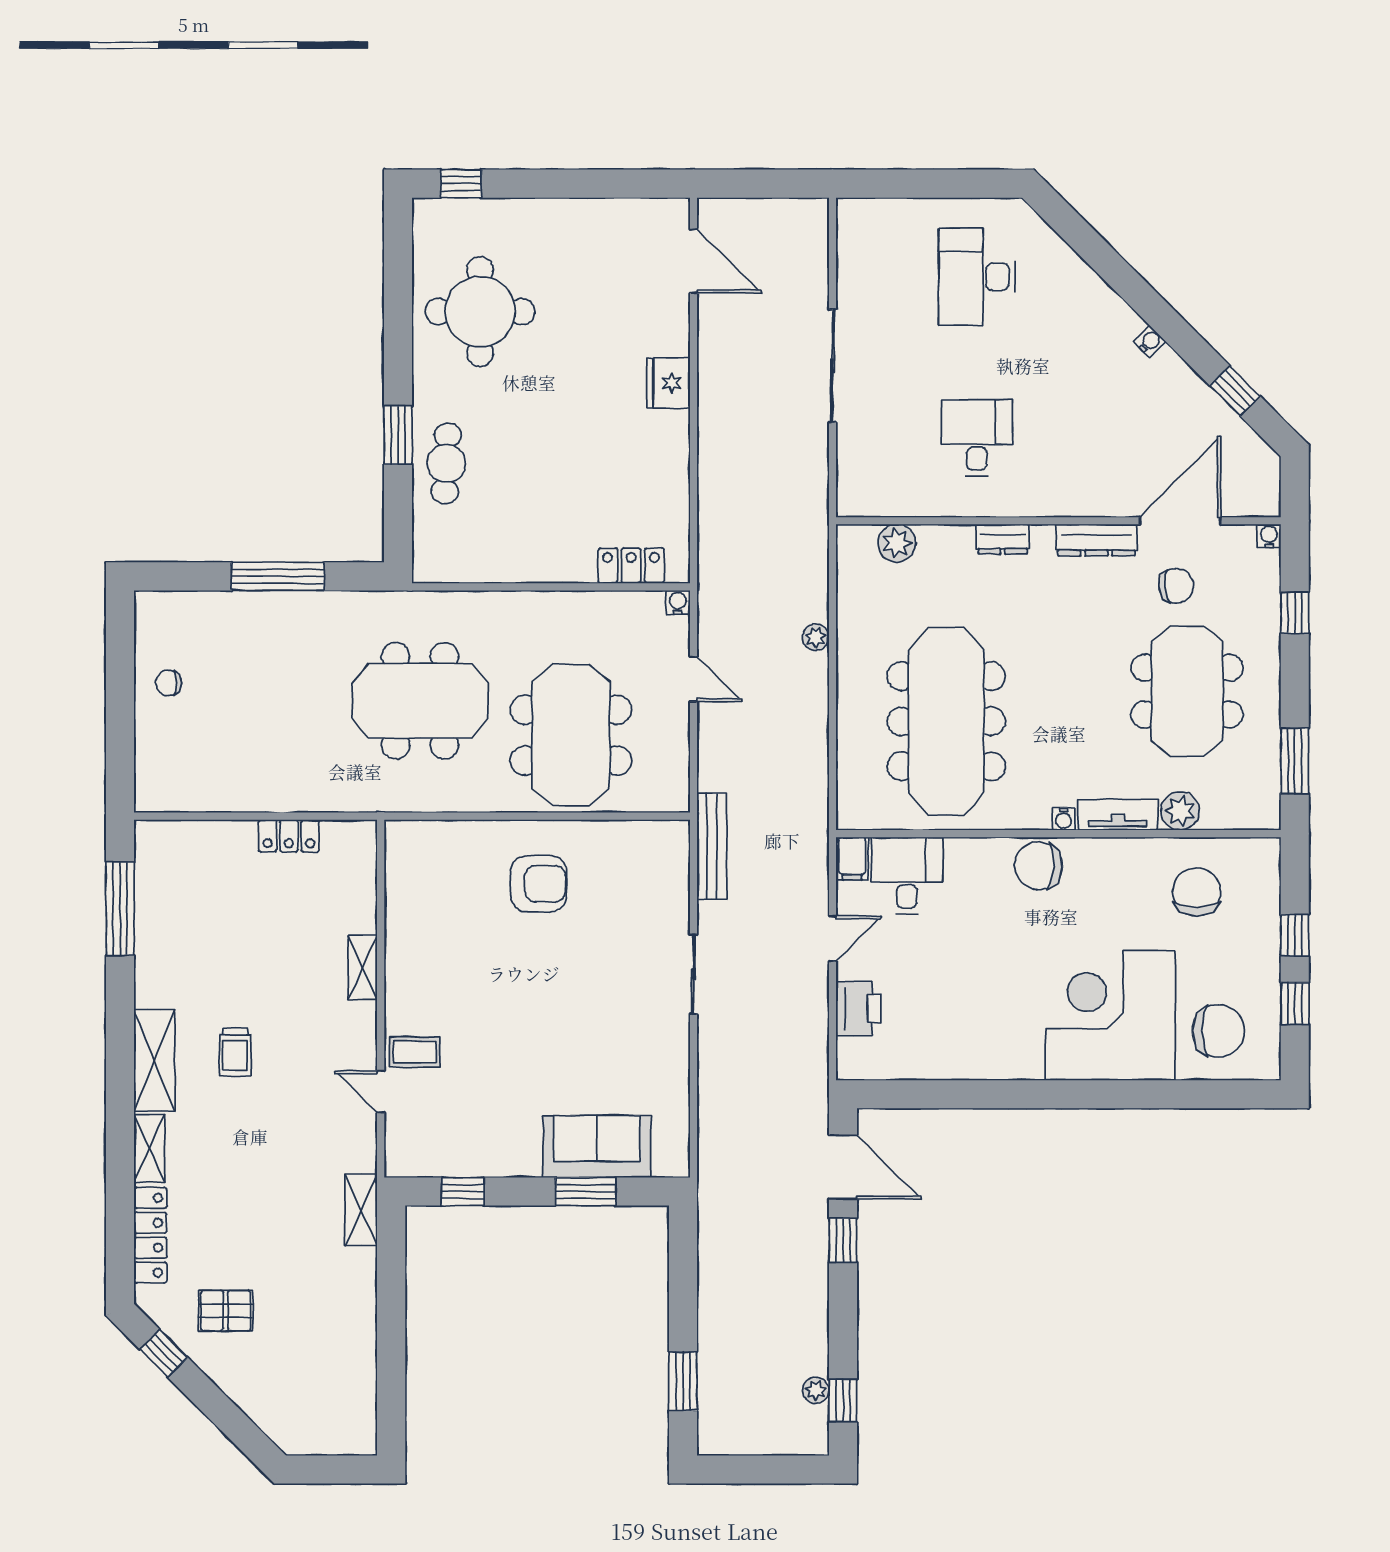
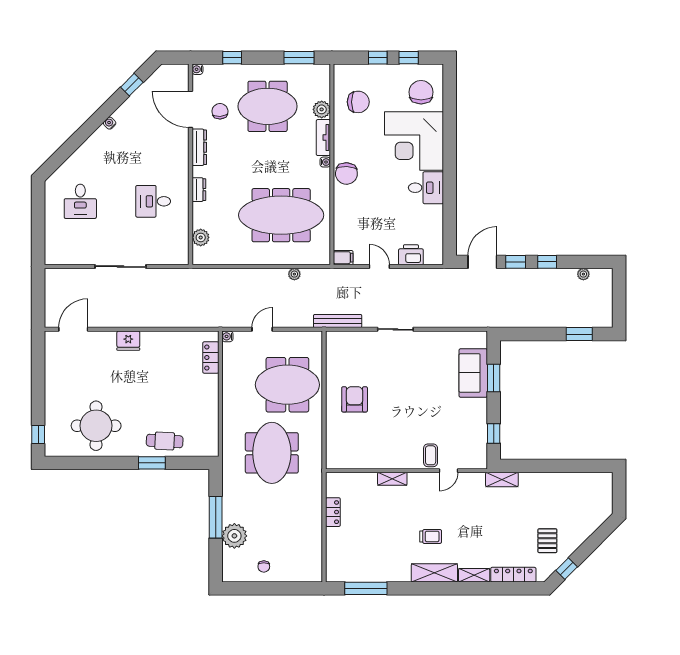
desk: (977, 277) -> (80, 201), width x0.73
plant: (236, 618) -> (234, 536), added
plant: (816, 637) -> (294, 274), moved
desk: (907, 876) -> (426, 188), moved, turned 180
chair: (1197, 892) -> (358, 102), turned 180
window: (843, 1400) -> (547, 262), moved

